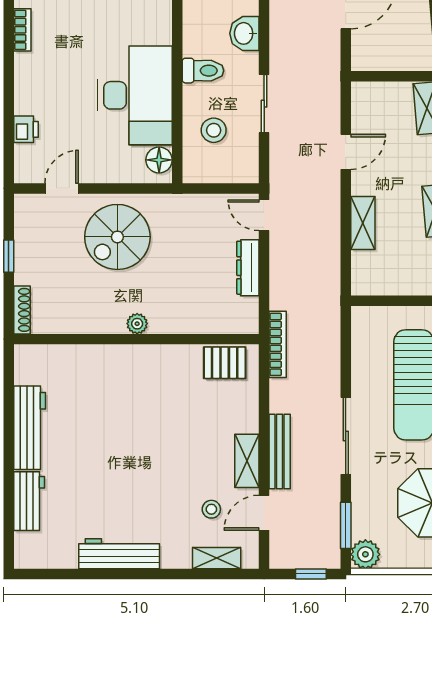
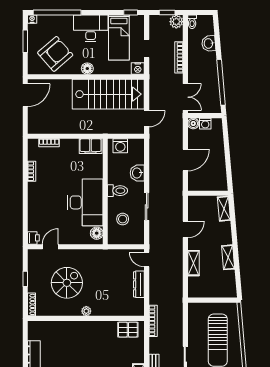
printer: (26, 129) -> (33, 238), moved
spiral stairs: (117, 237) -> (67, 283), moved, turned 180

